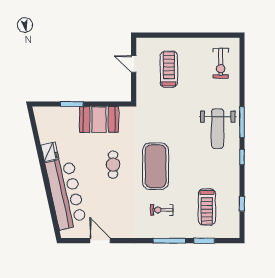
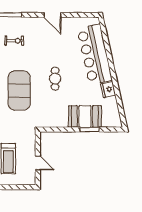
booth: (99, 120) -> (85, 116), moved
exercise mat: (156, 166) -> (19, 91), moved
door: (100, 241) -> (52, 15), moved

